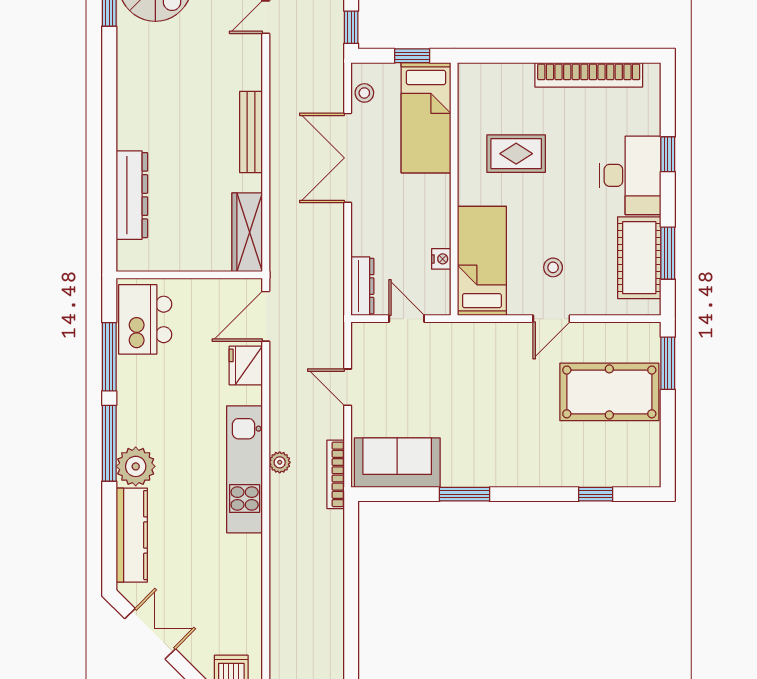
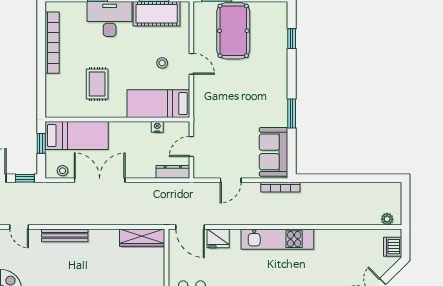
bench: (251, 132) -> (65, 235), moved
double door: (348, 158) -> (100, 180), swing flipped
plant: (280, 462) -> (387, 219), moved

